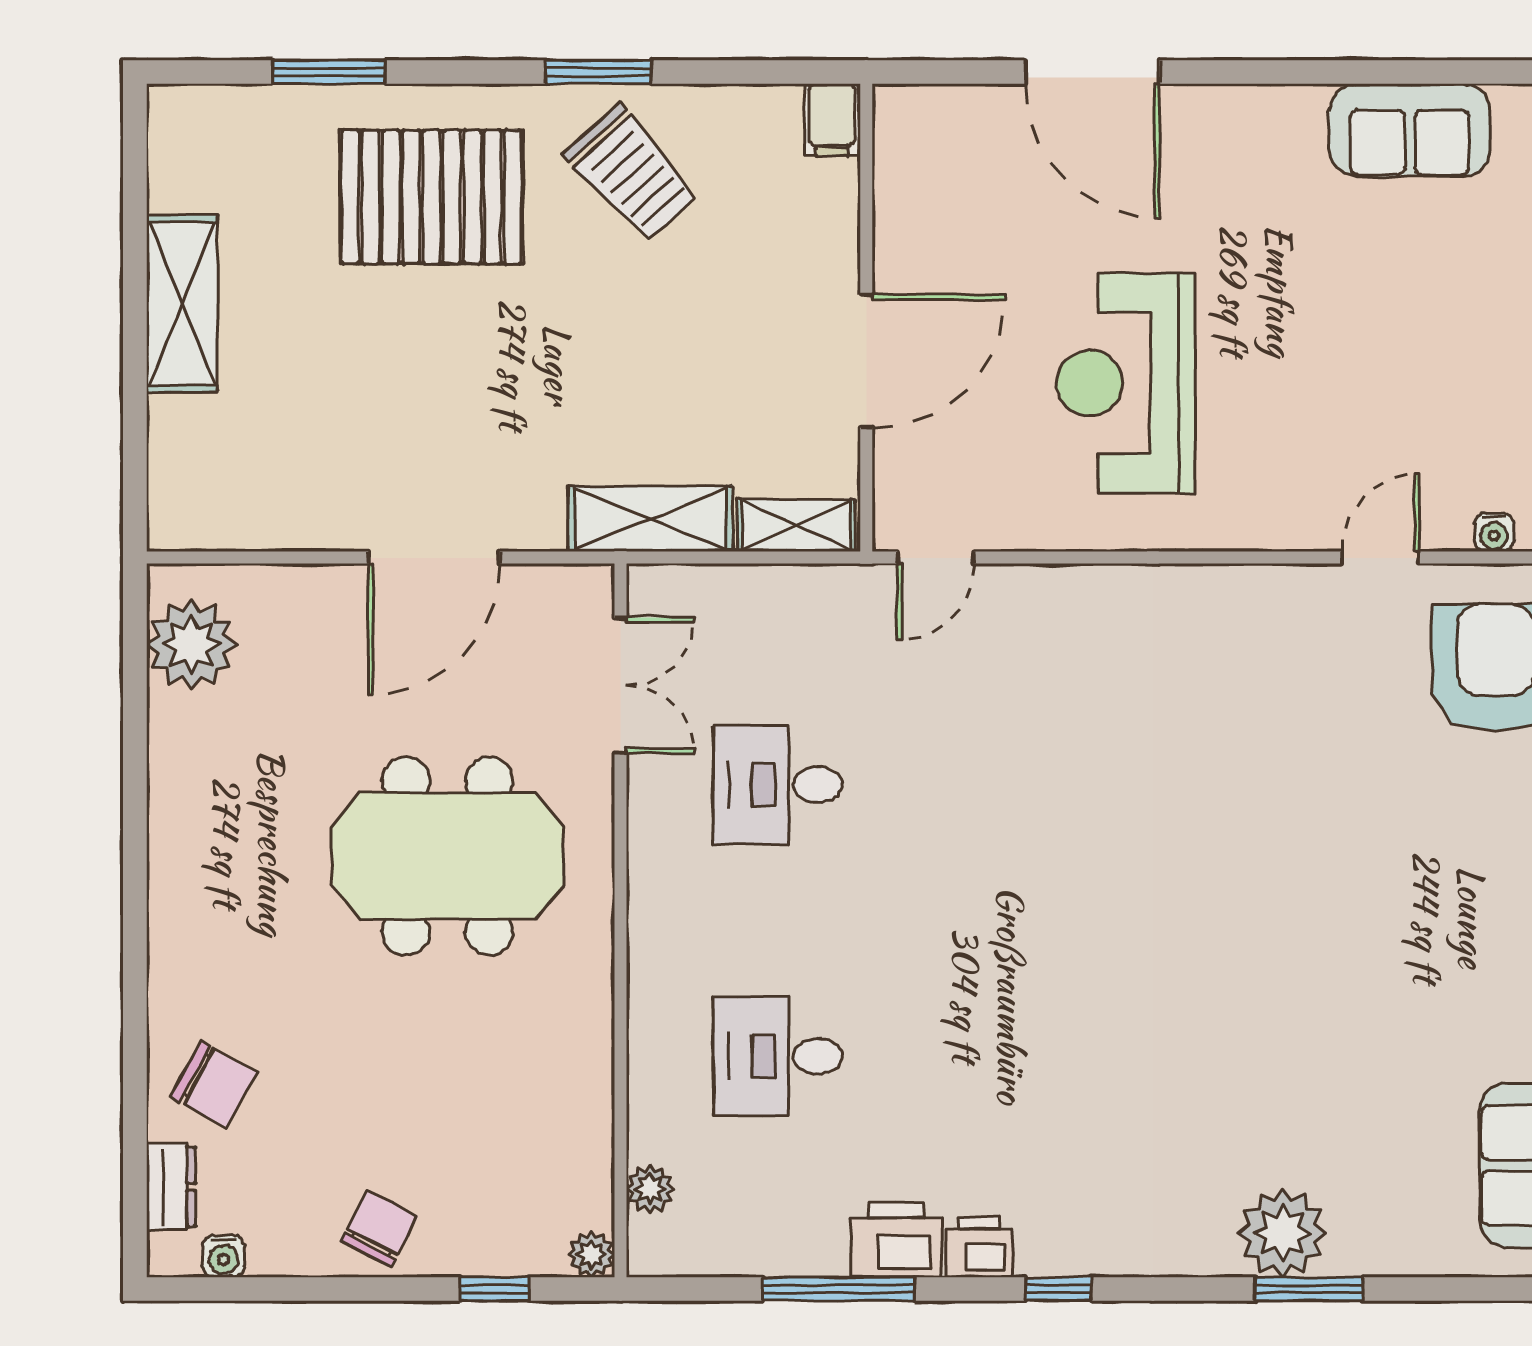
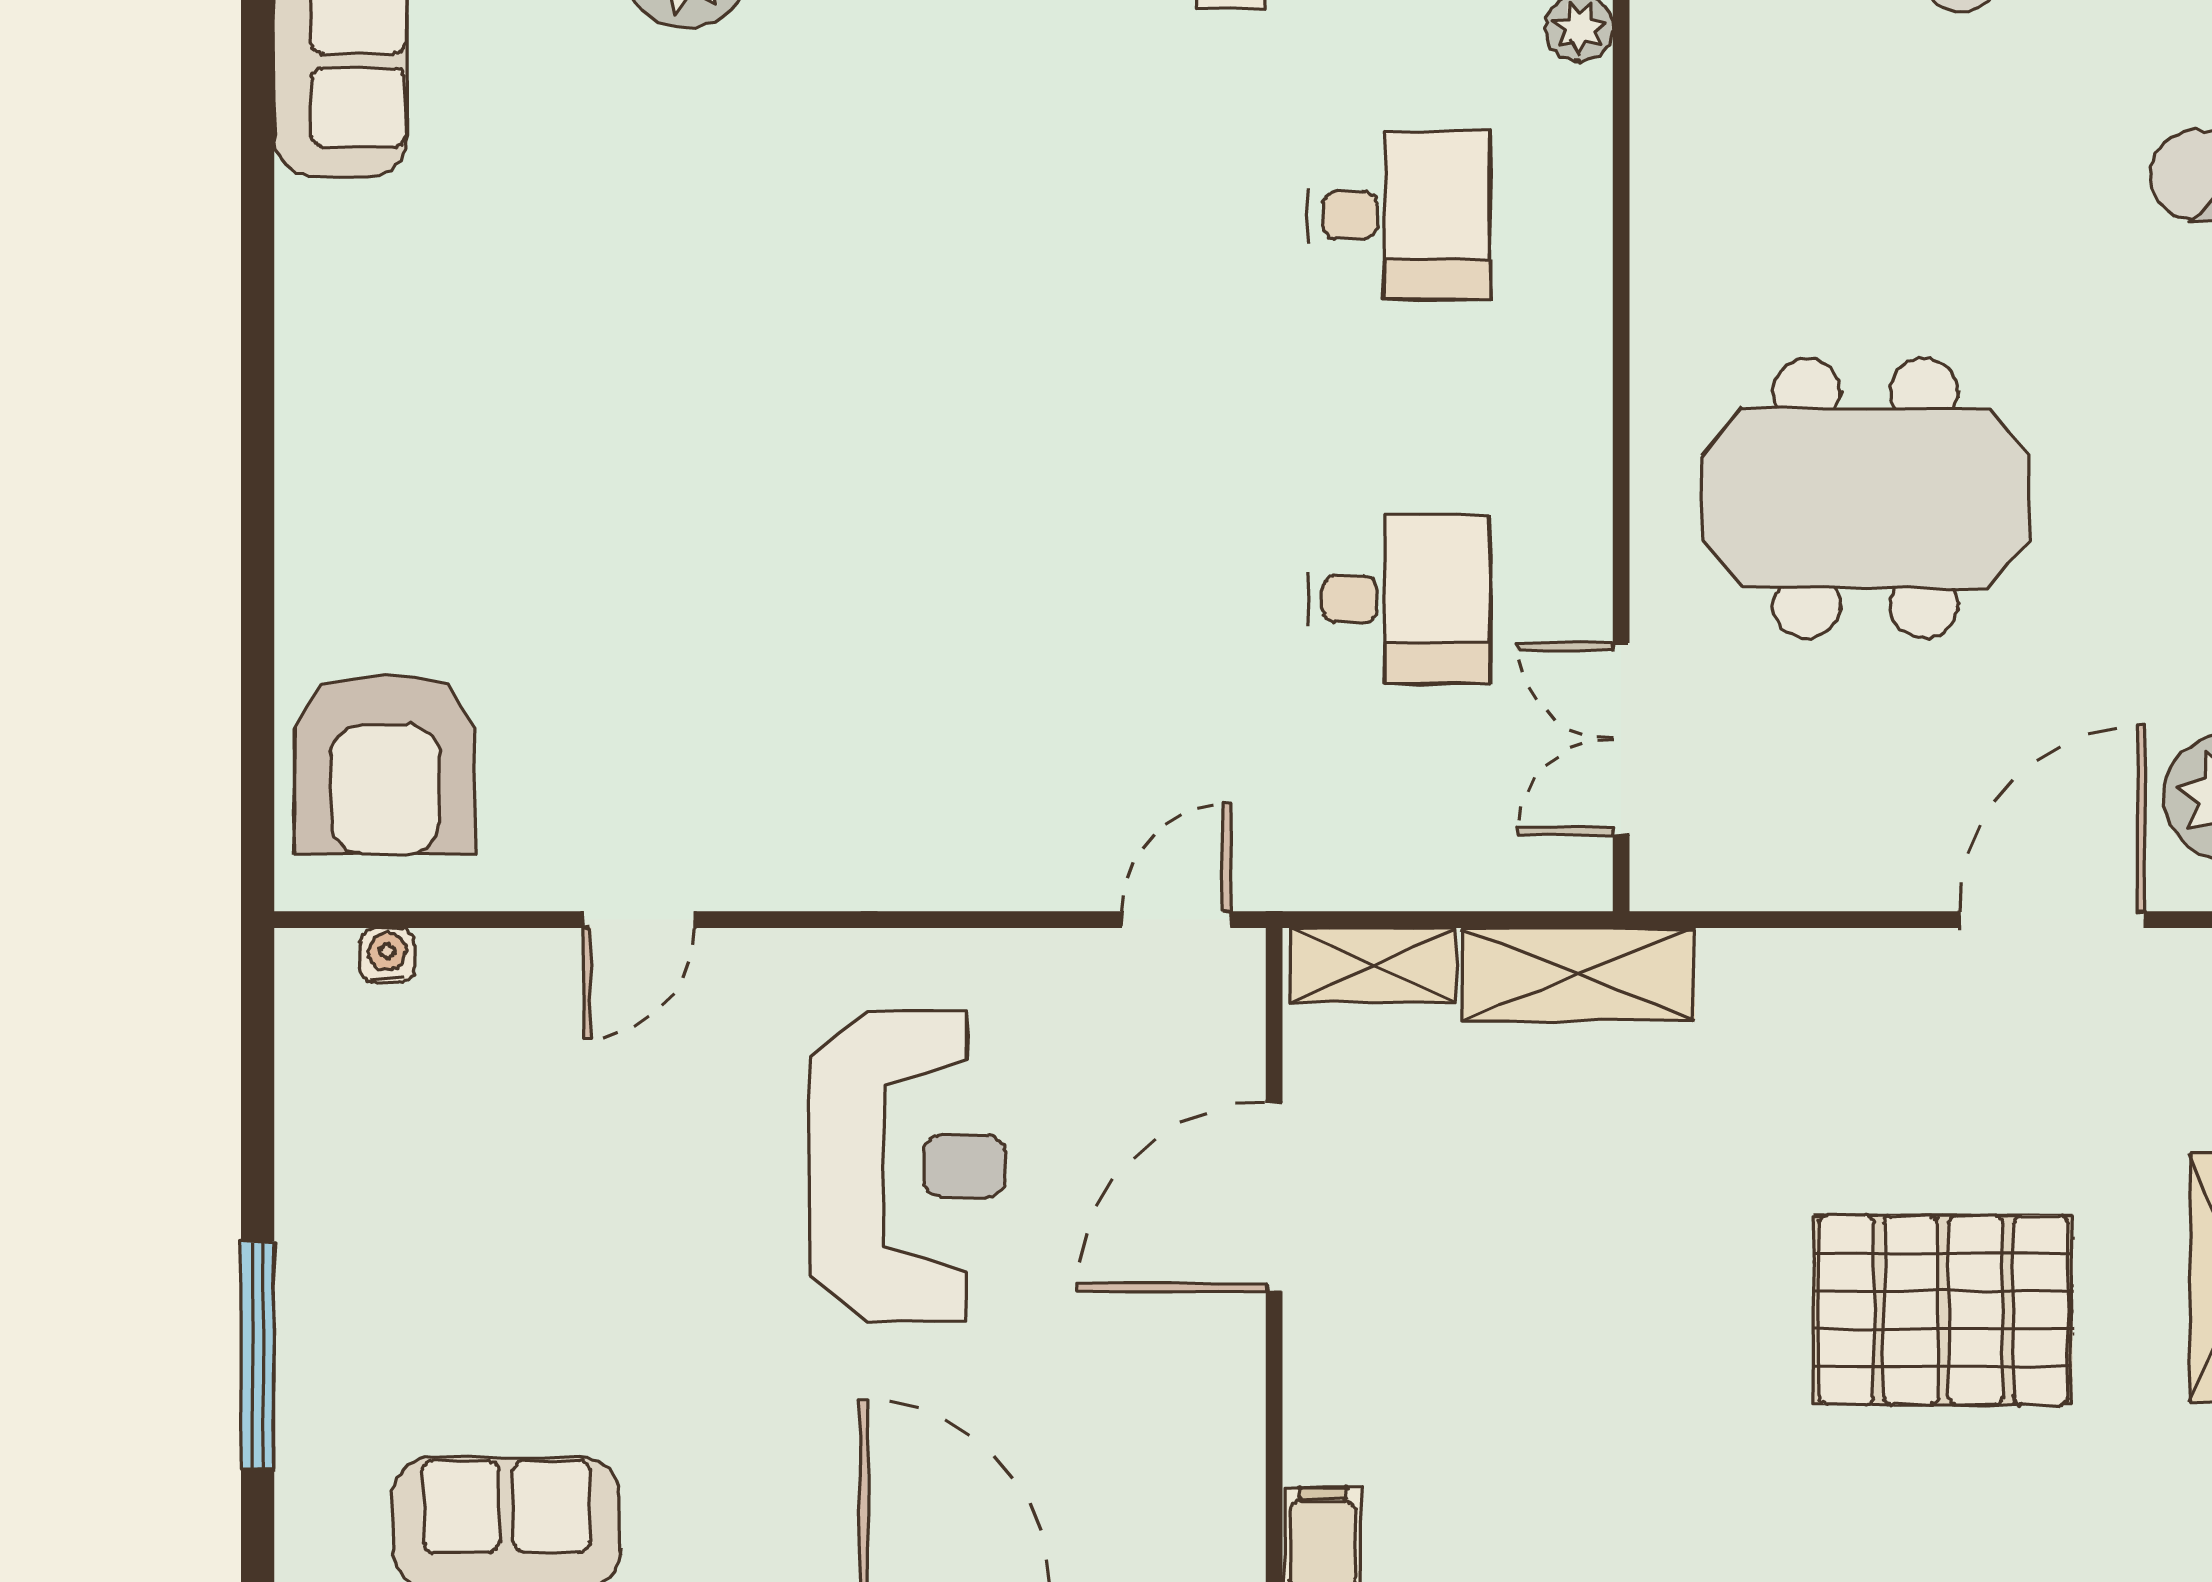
trolley: (632, 173) -> (1605, 1463), removed
pallet: (432, 197) -> (1943, 1310), moved
door: (434, 558) -> (2052, 920), moved
door: (1380, 558) -> (639, 920), moved

